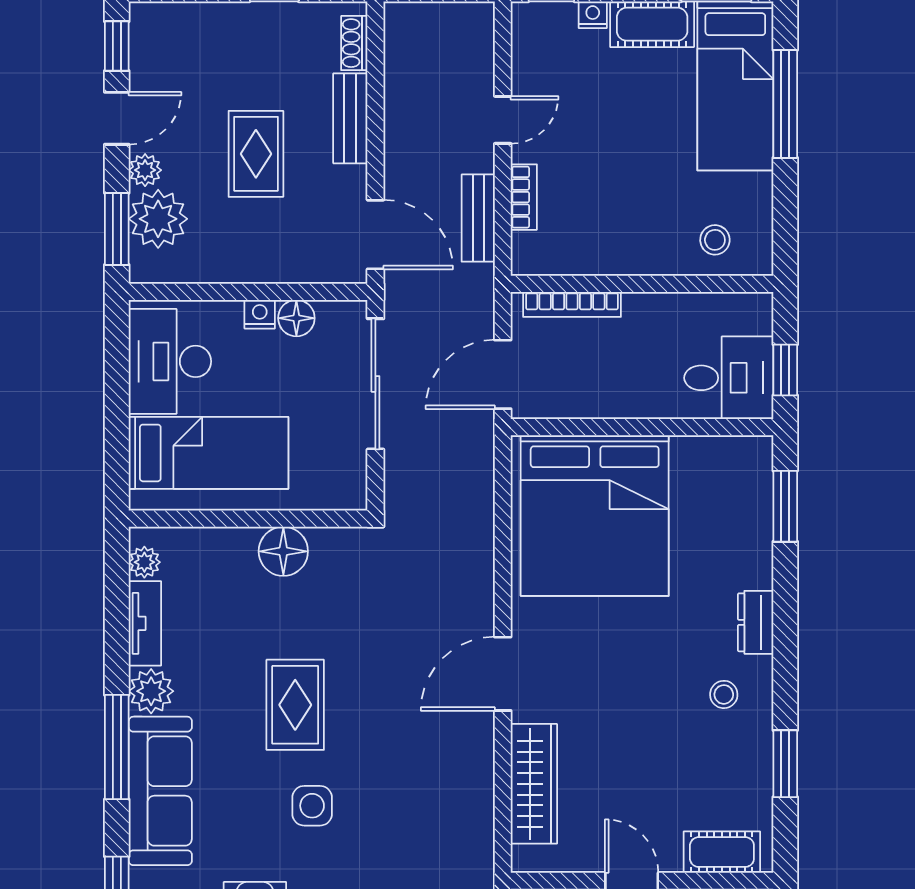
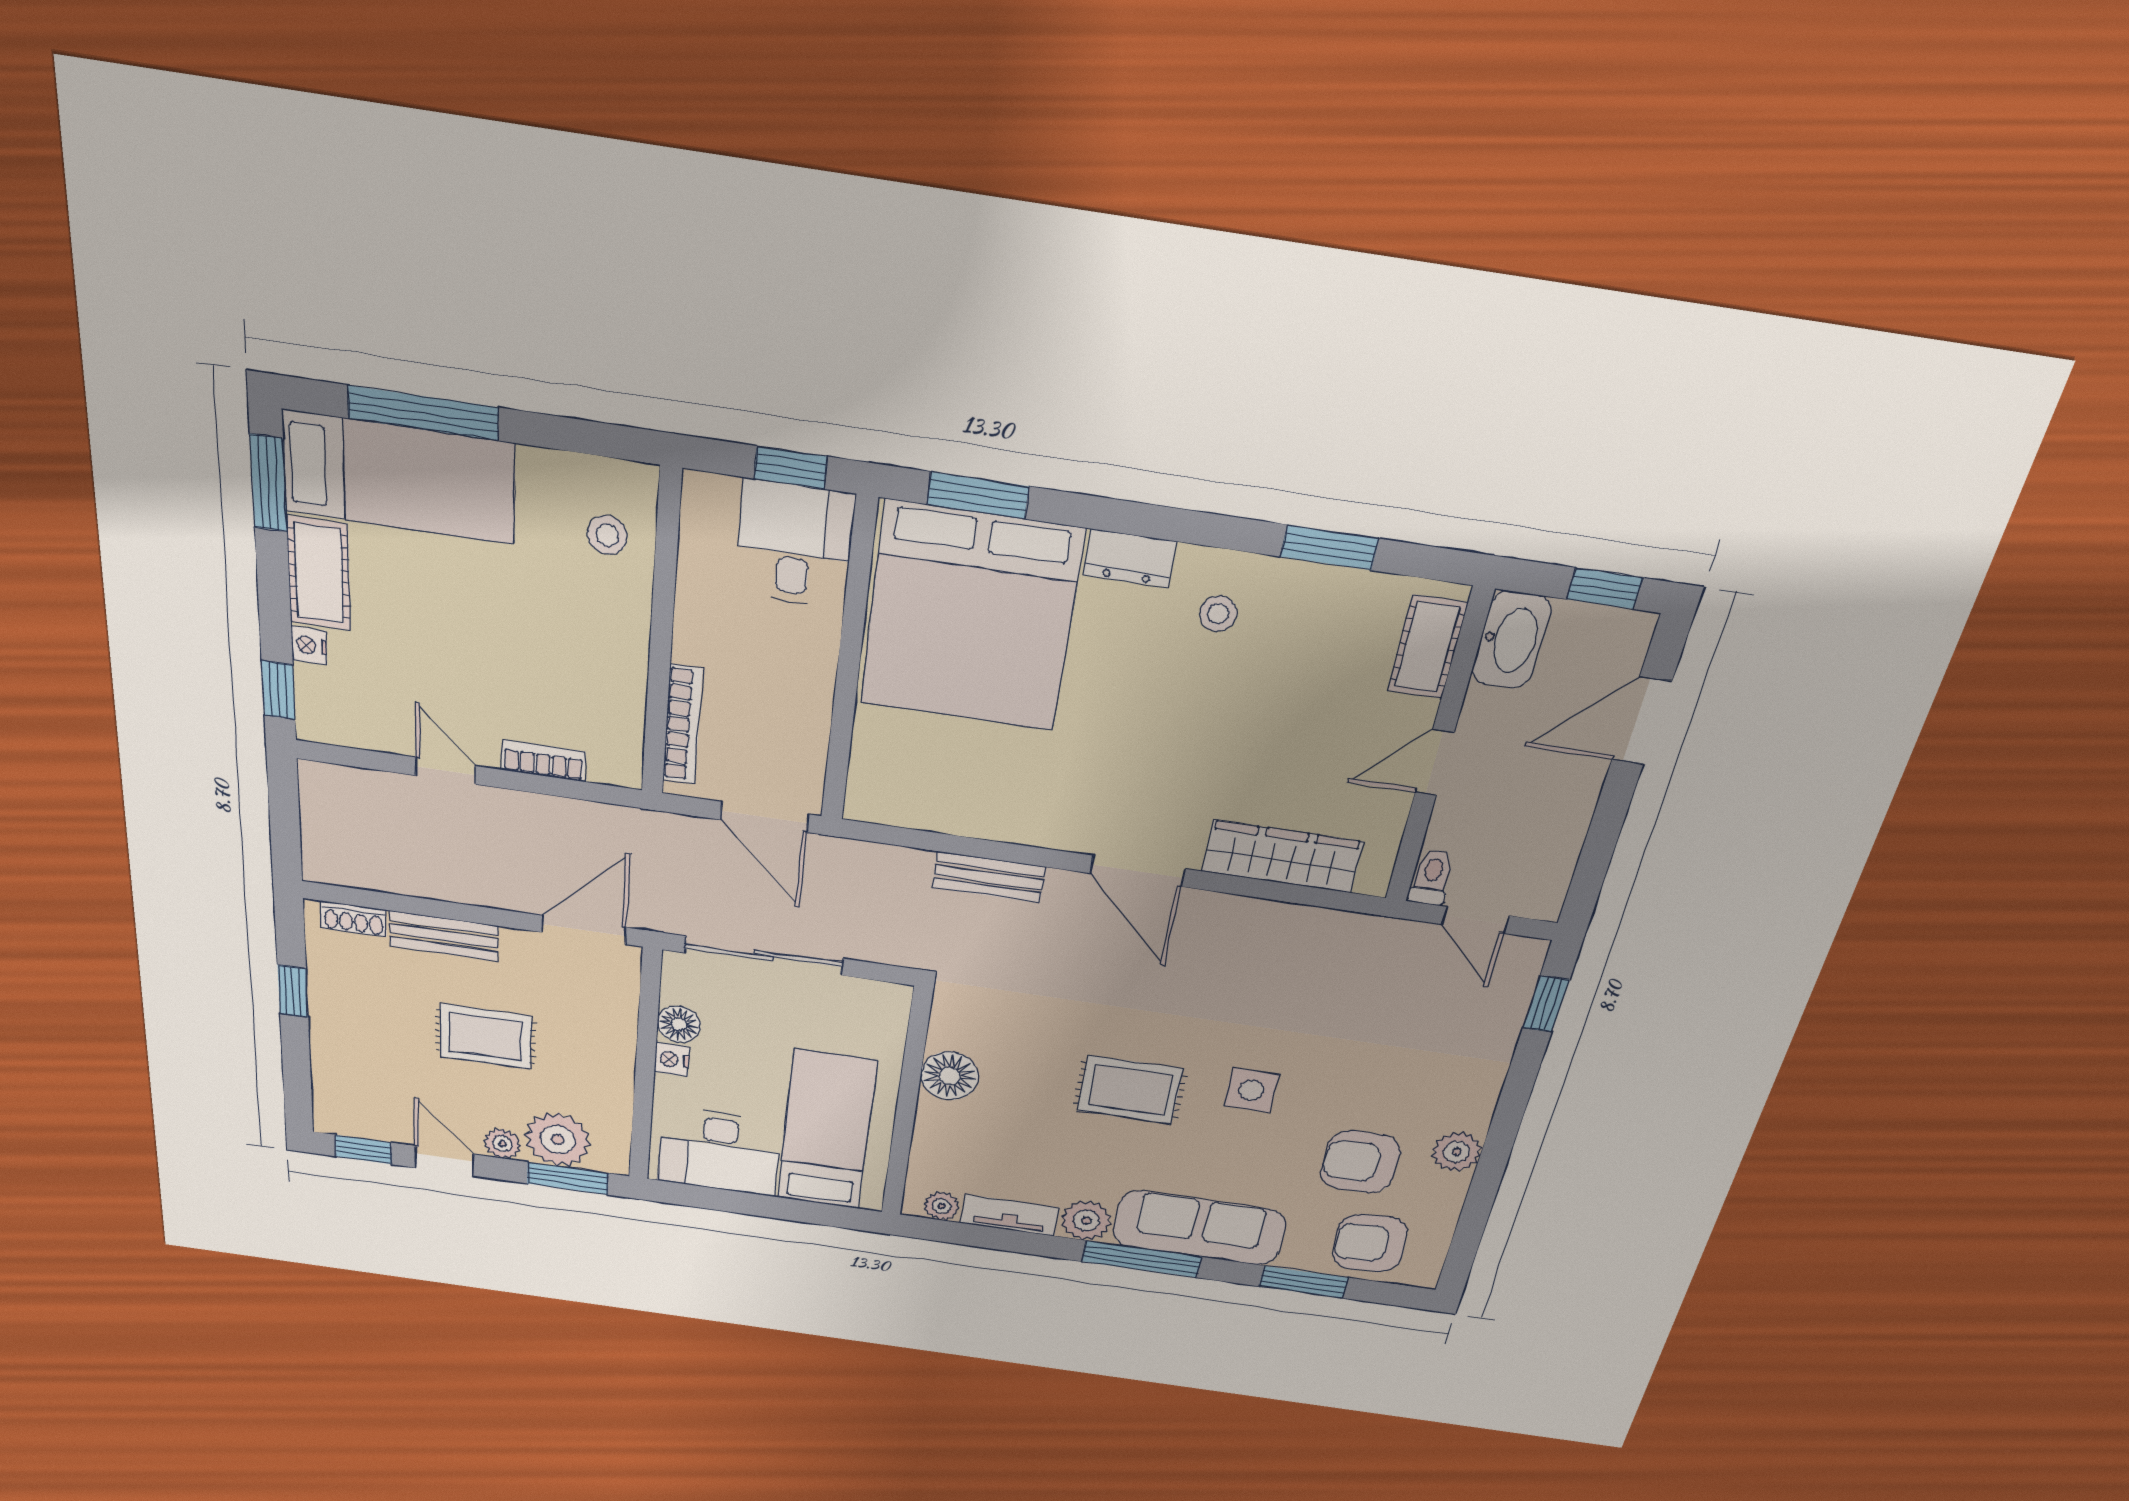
bench: (478, 218) -> (989, 877), moved
bed: (595, 515) -> (971, 617), moved, turned 90

